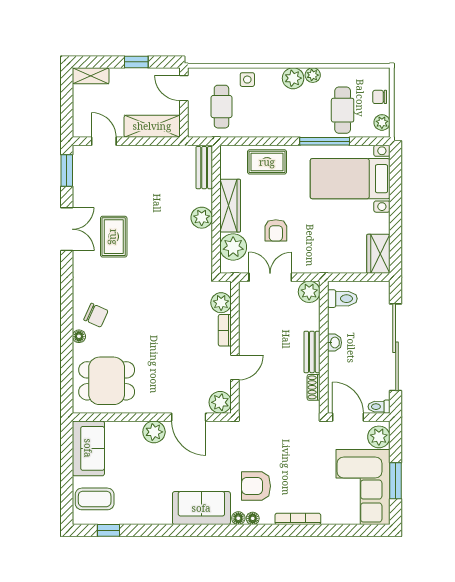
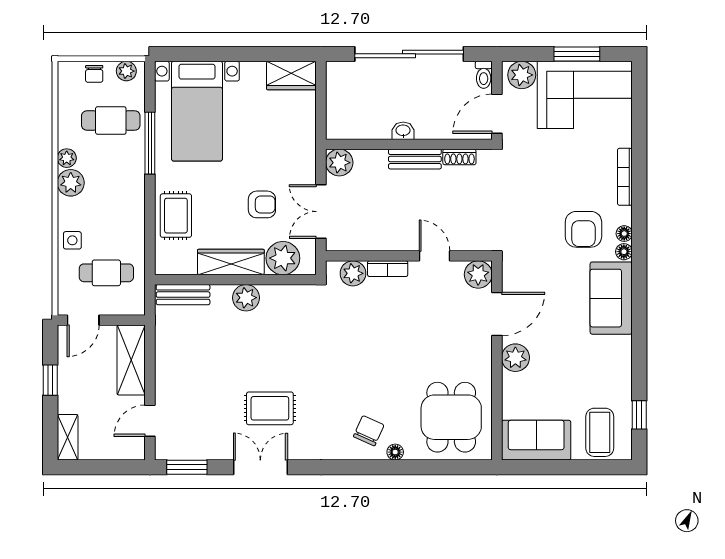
toilet: (342, 299) -> (348, 121), removed

